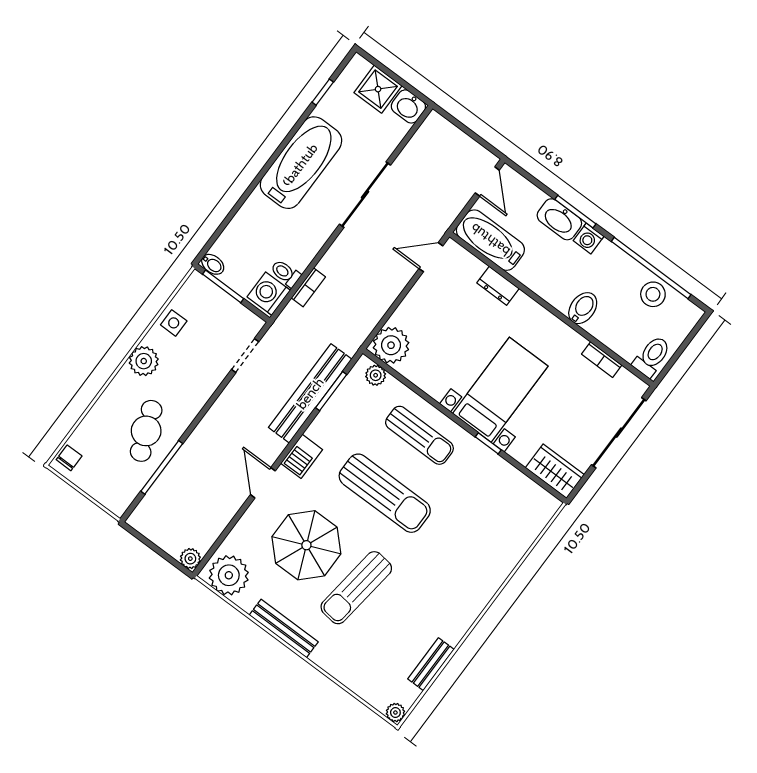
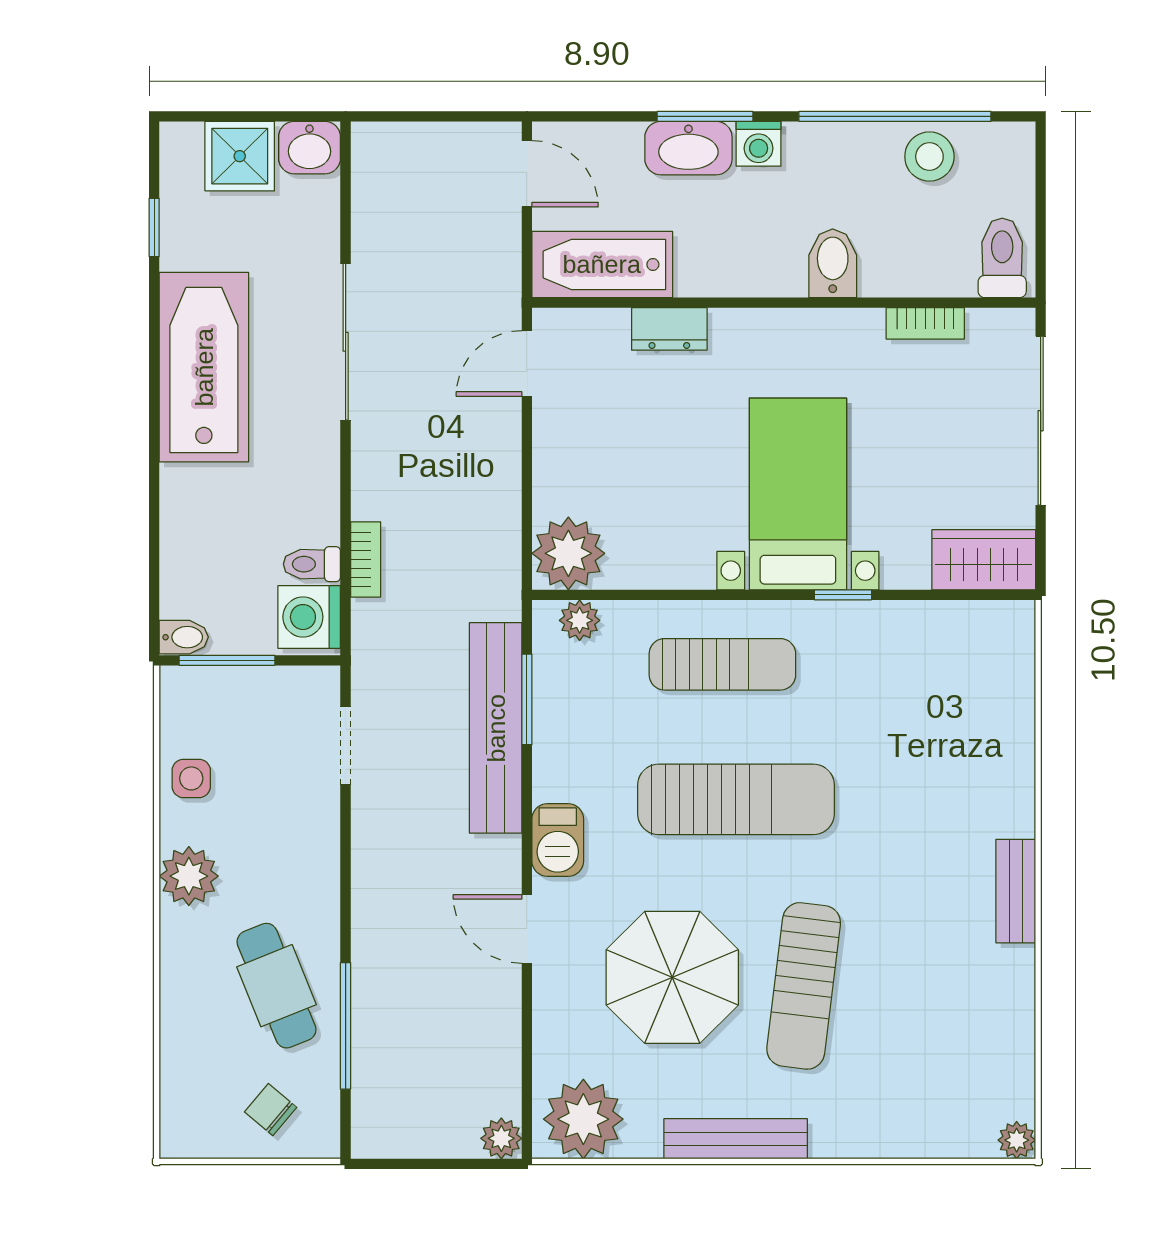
chair: (69, 458) -> (271, 1110), moved, turned -50
bench: (431, 664) -> (1016, 891), moved

